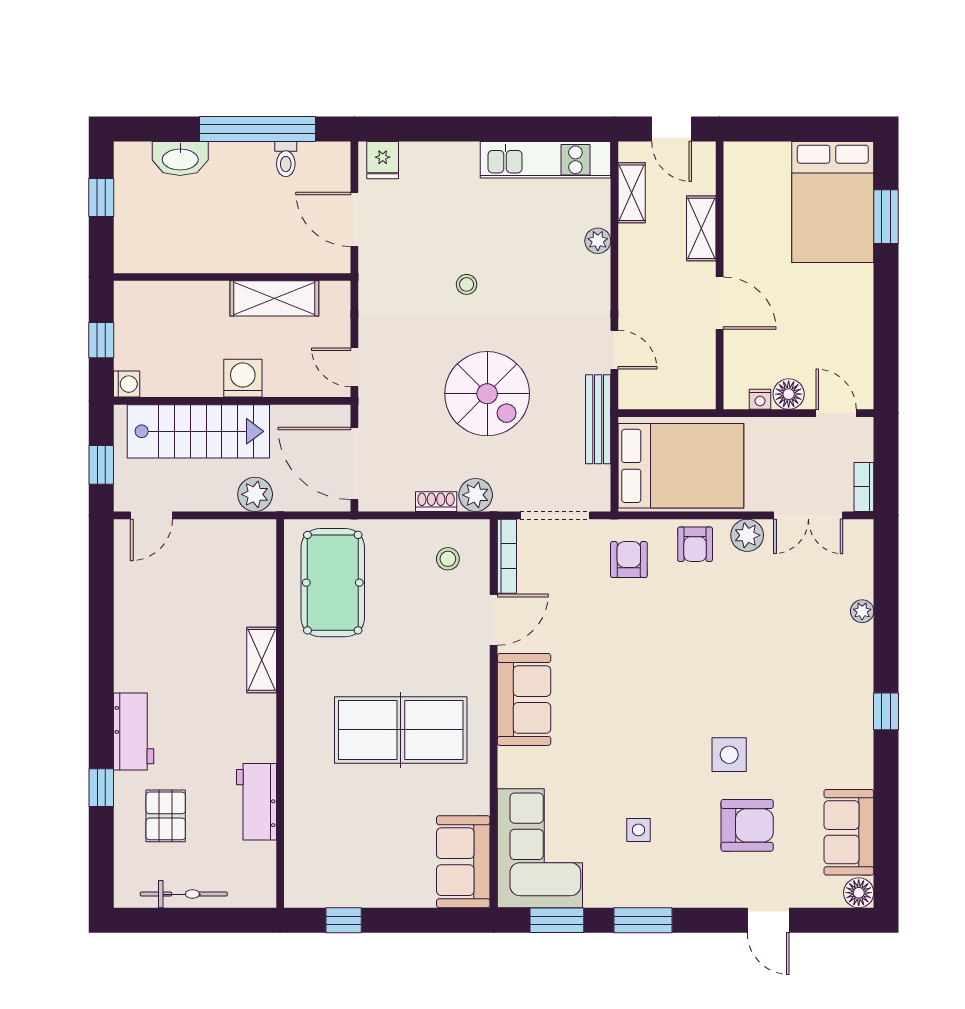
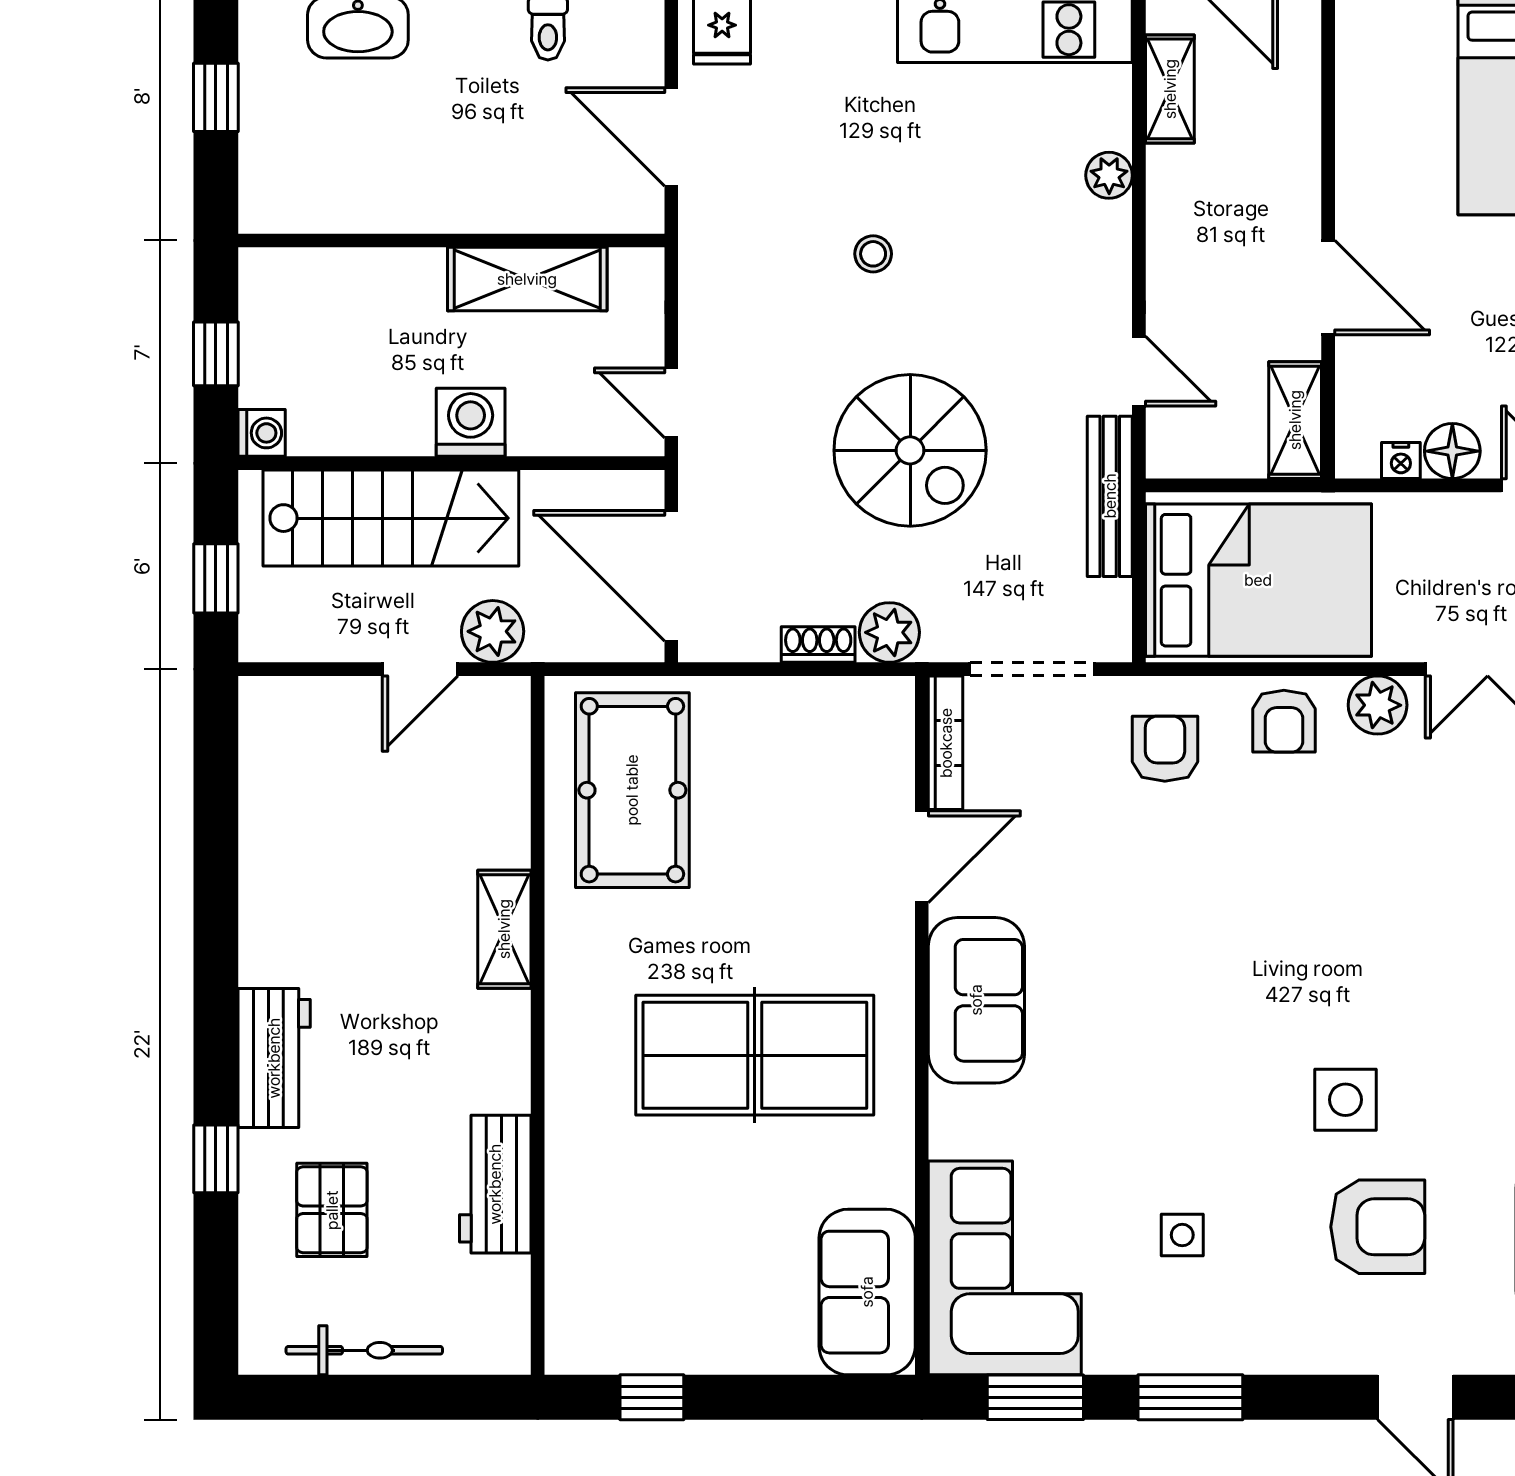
shelving: (701, 228) -> (1295, 420), moved
door: (151, 515) -> (420, 669), moved
stool: (448, 559) -> (839, 747), removed

